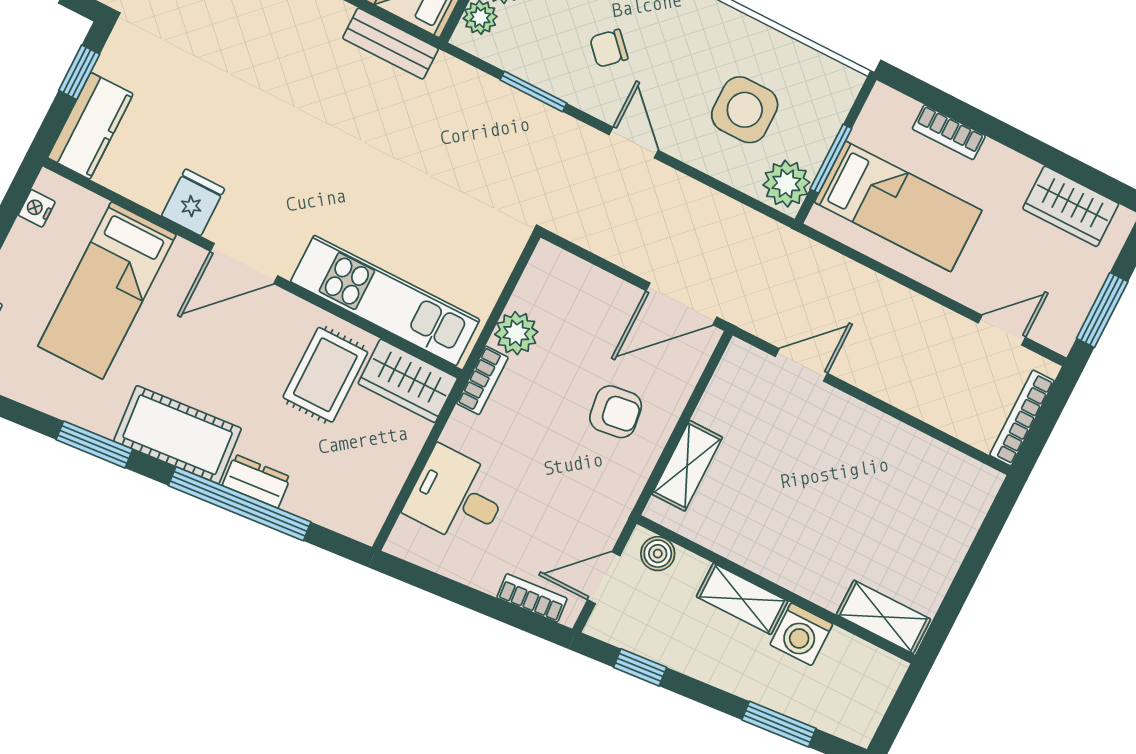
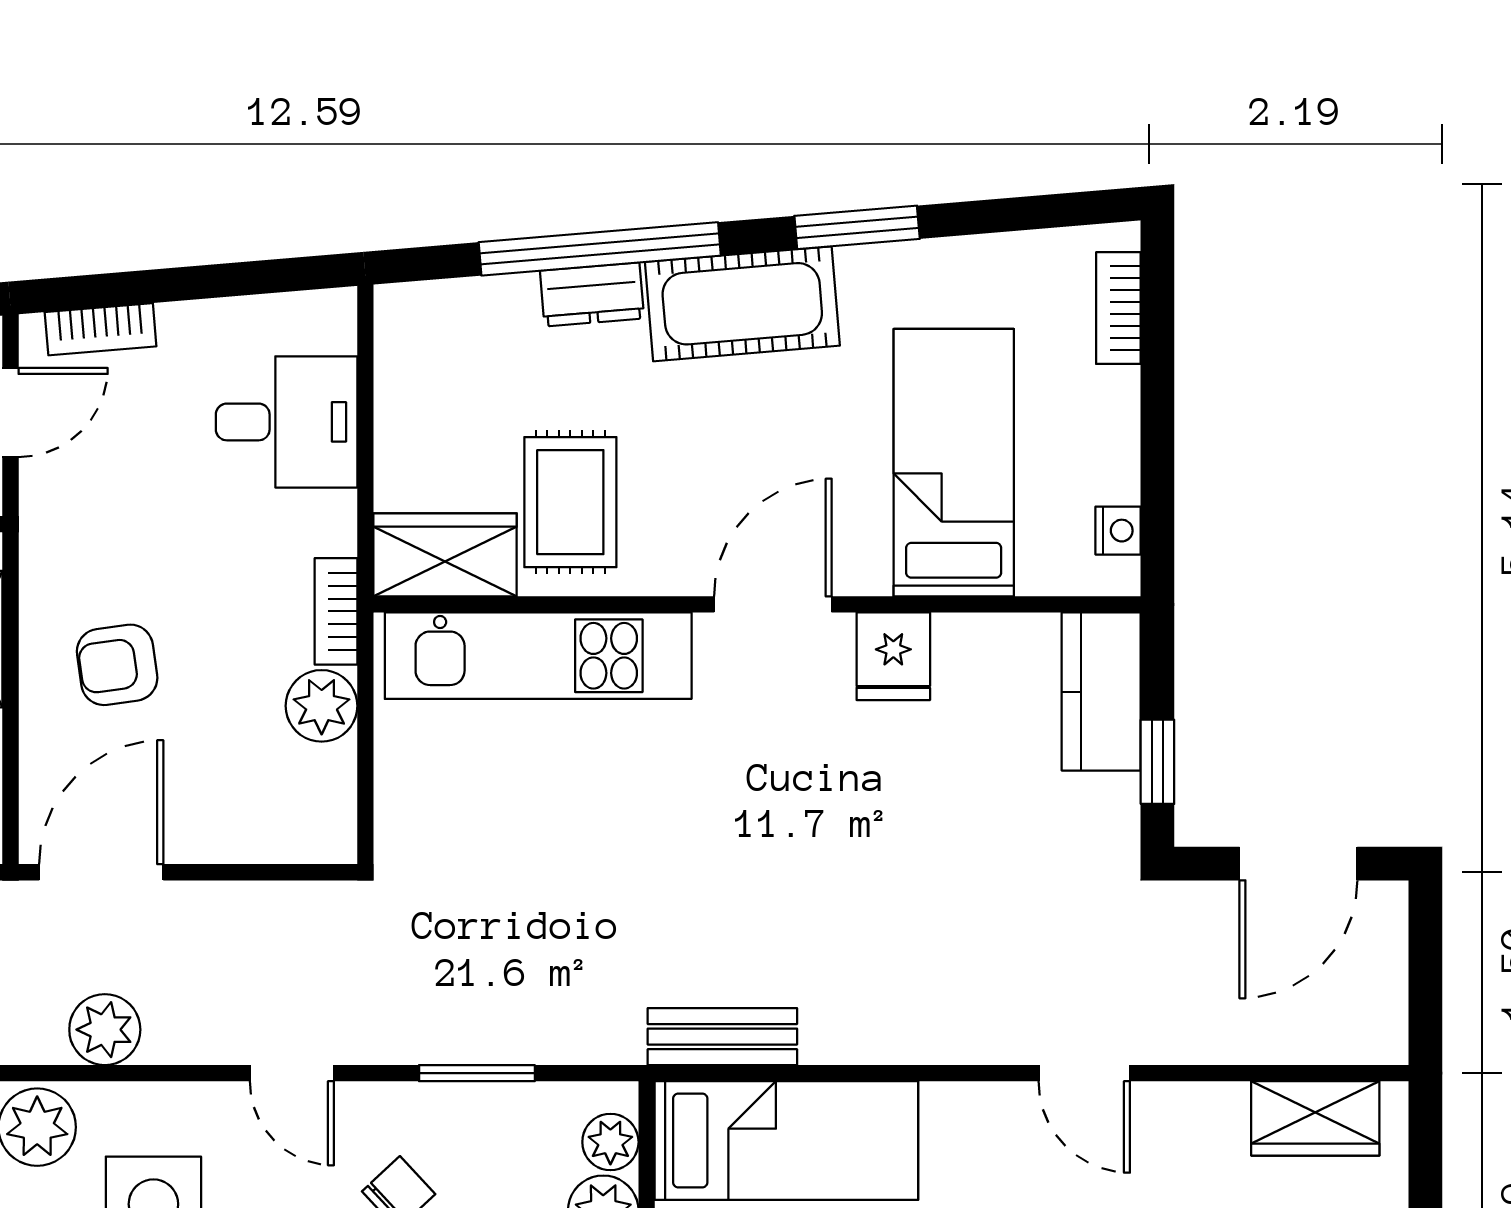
plant: (723, 218) -> (105, 1030), added

